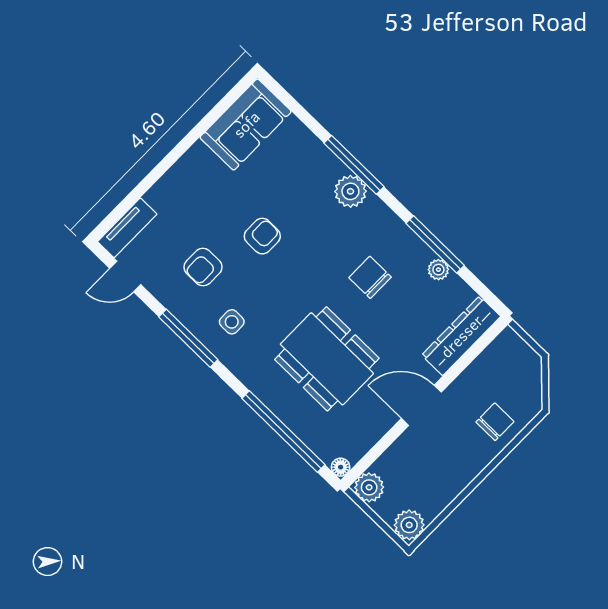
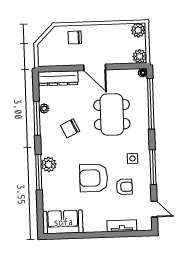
tv unit: (127, 228) -> (122, 226), moved
armchair: (262, 236) -> (94, 178), width x1.88, depth x1.88
chair: (370, 277) -> (70, 128), turned 64

